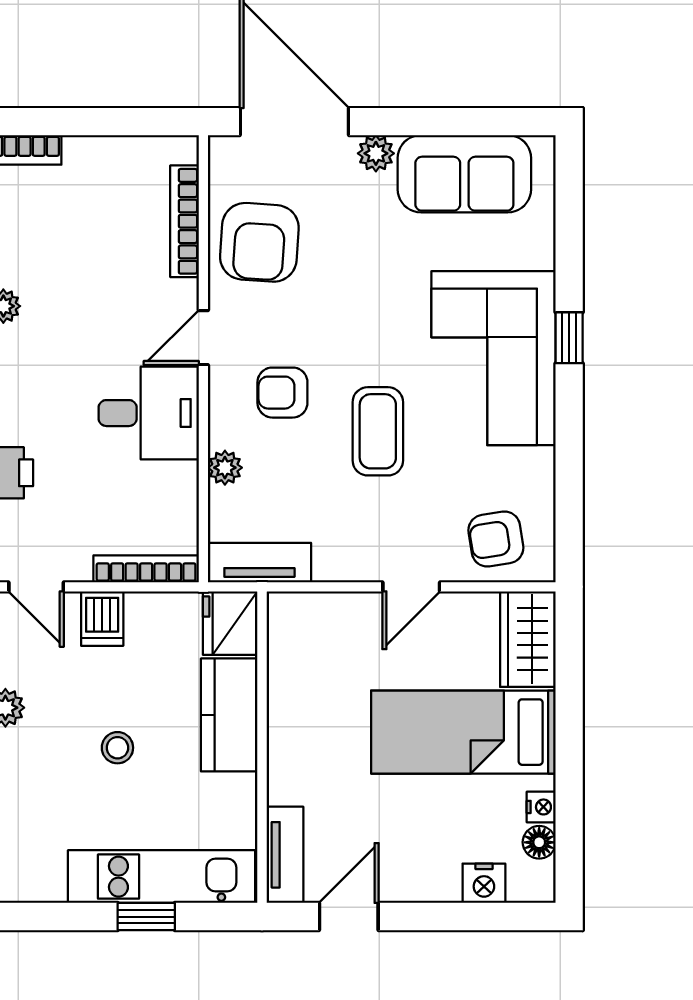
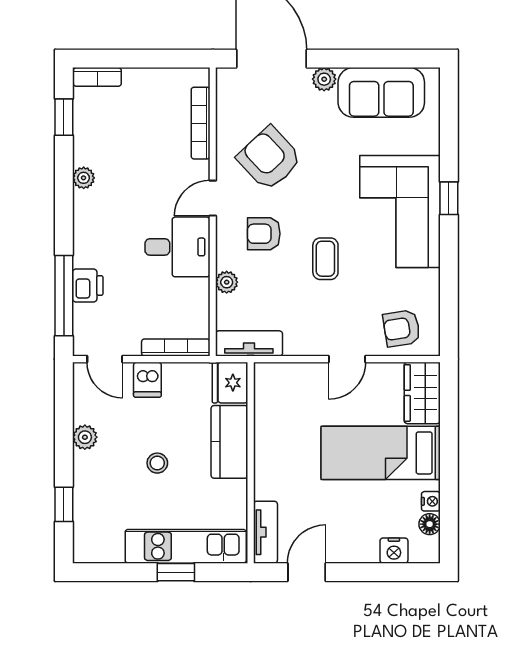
armchair: (259, 242) -> (269, 158), moved, turned 133
coffee table: (378, 431) -> (325, 259), width x0.73, depth x0.77

